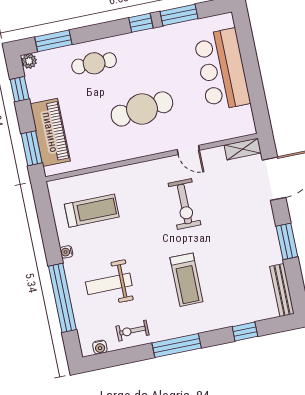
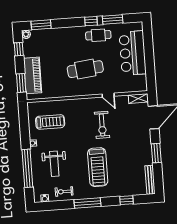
cafe table: (94, 63) -> (98, 35), moved
treadmill: (186, 280) -> (98, 167), width x1.37, depth x1.38
weight bench: (109, 284) -> (54, 164), turned -90

